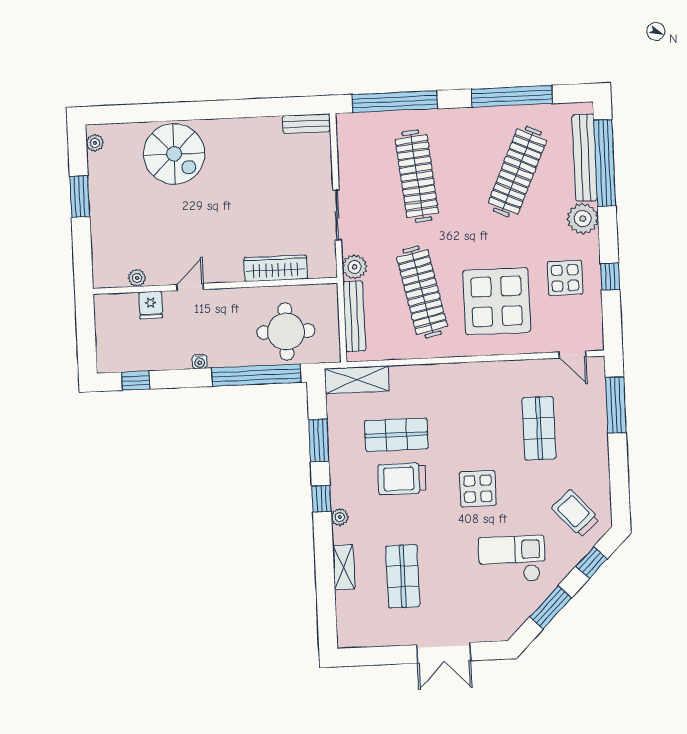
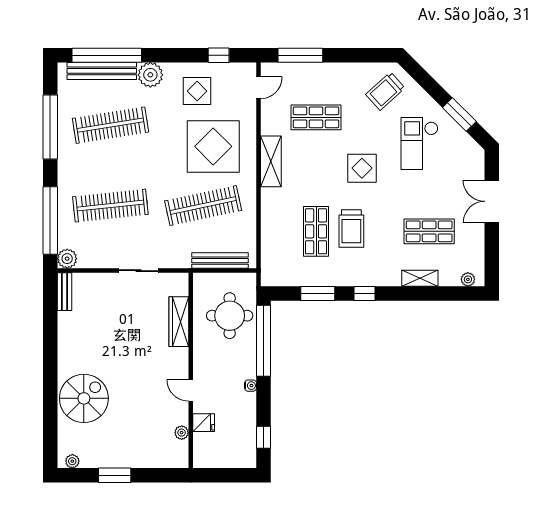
clothes rail: (517, 172) -> (110, 125), turned -33
plant: (355, 267) -> (67, 259), moved
window: (610, 277) -> (219, 55), moved
shelving: (357, 380) -> (271, 161), moved
plant: (340, 517) -> (468, 279), moved
window: (591, 563) -> (425, 80), removed
double door: (444, 653) -> (492, 201), swing flipped

